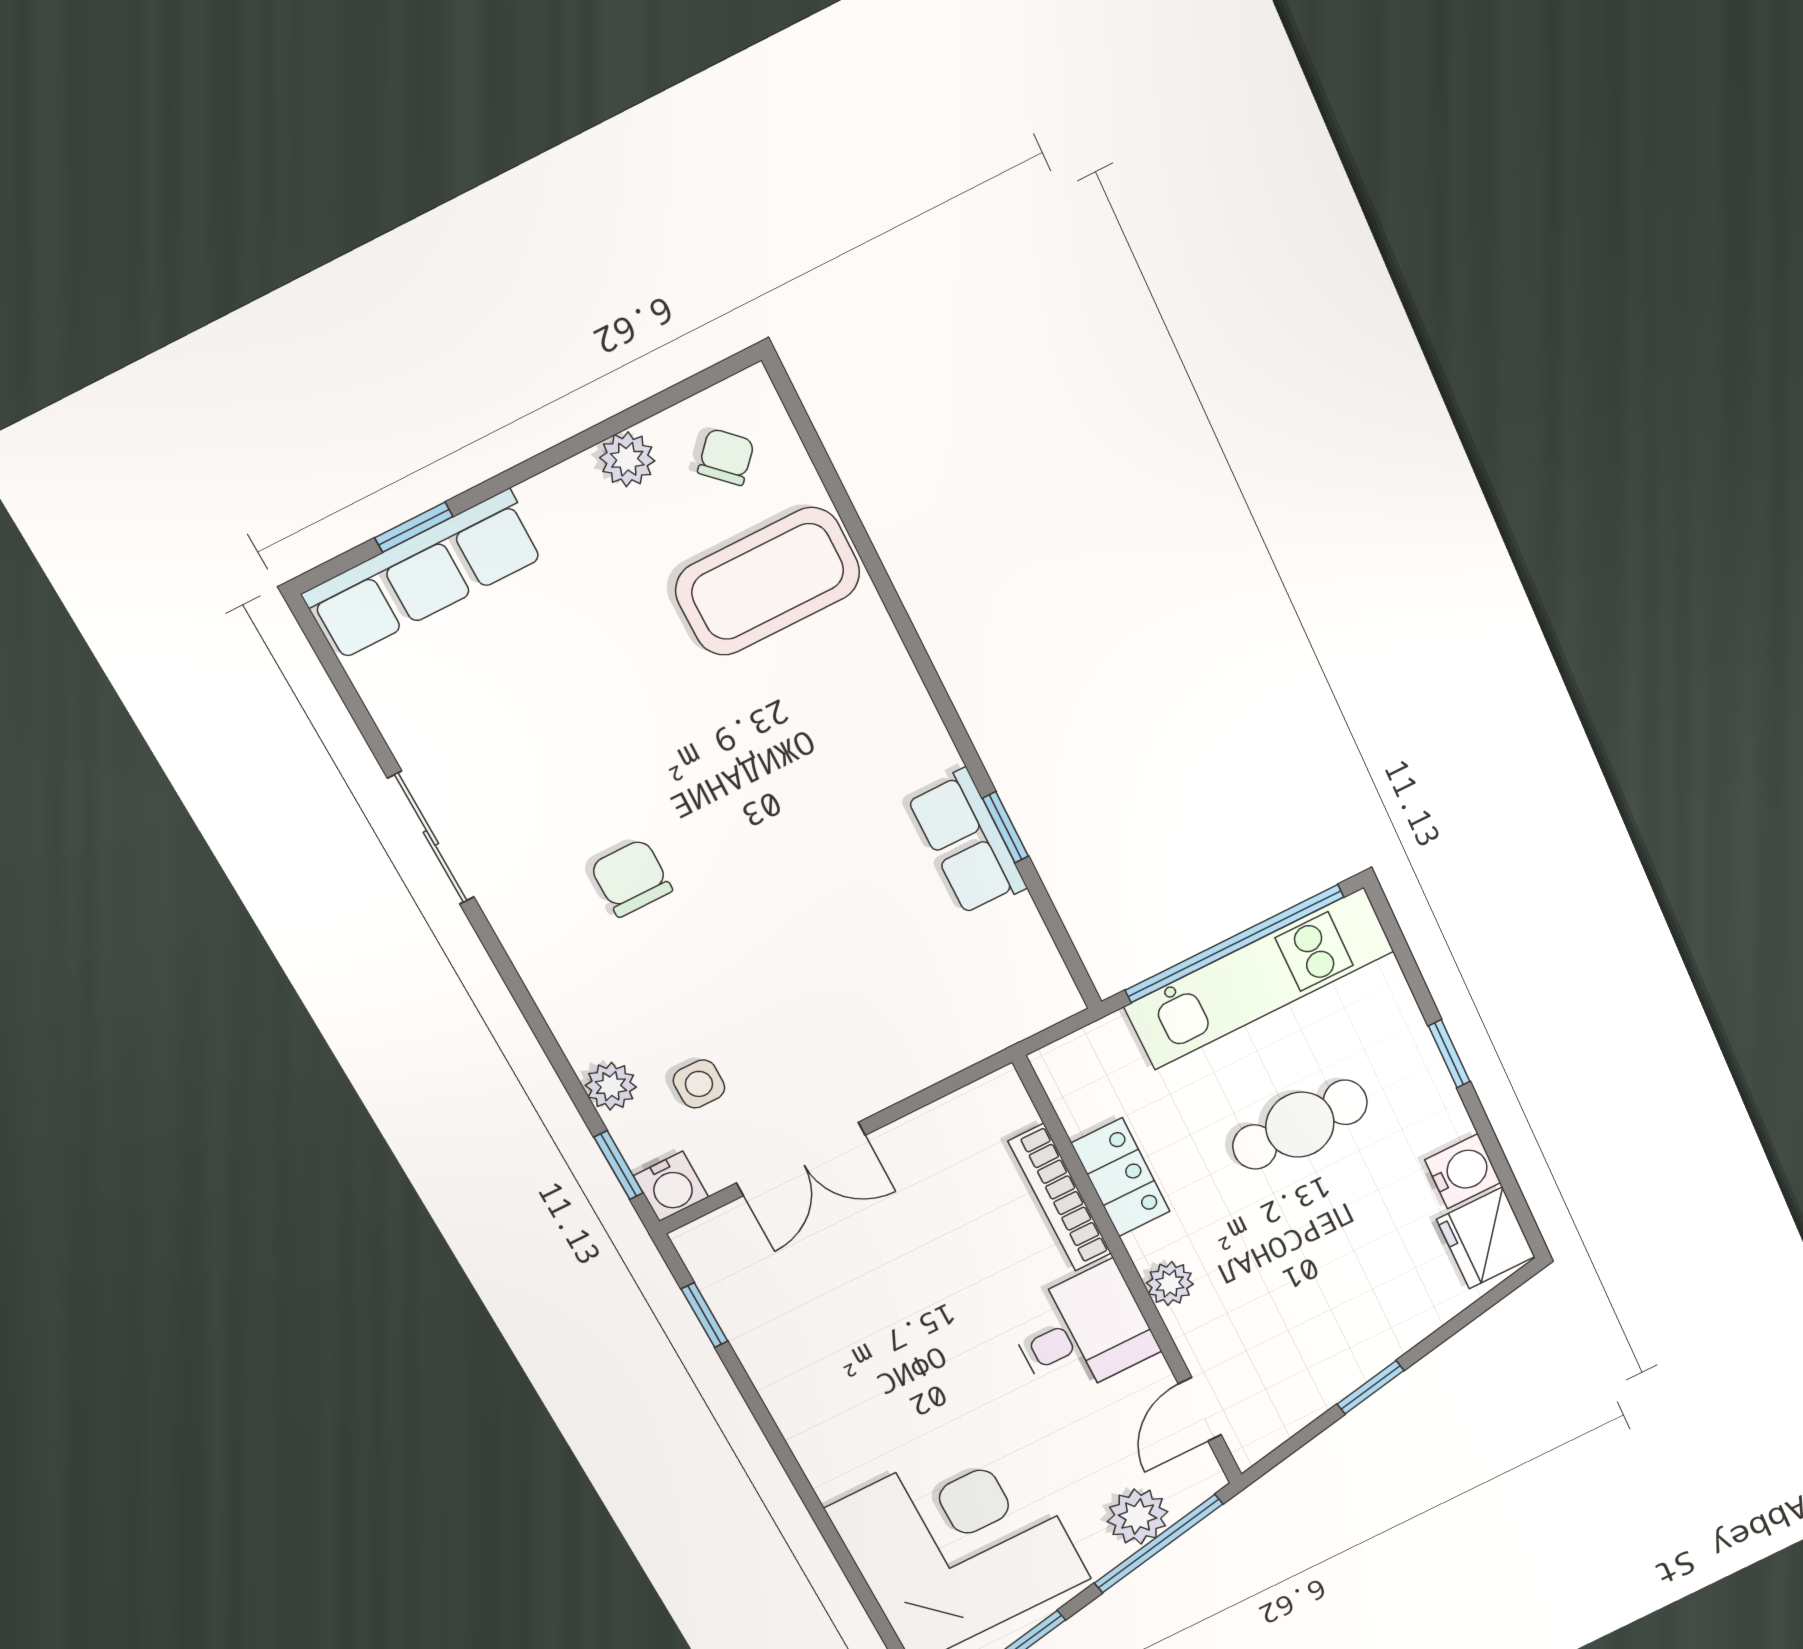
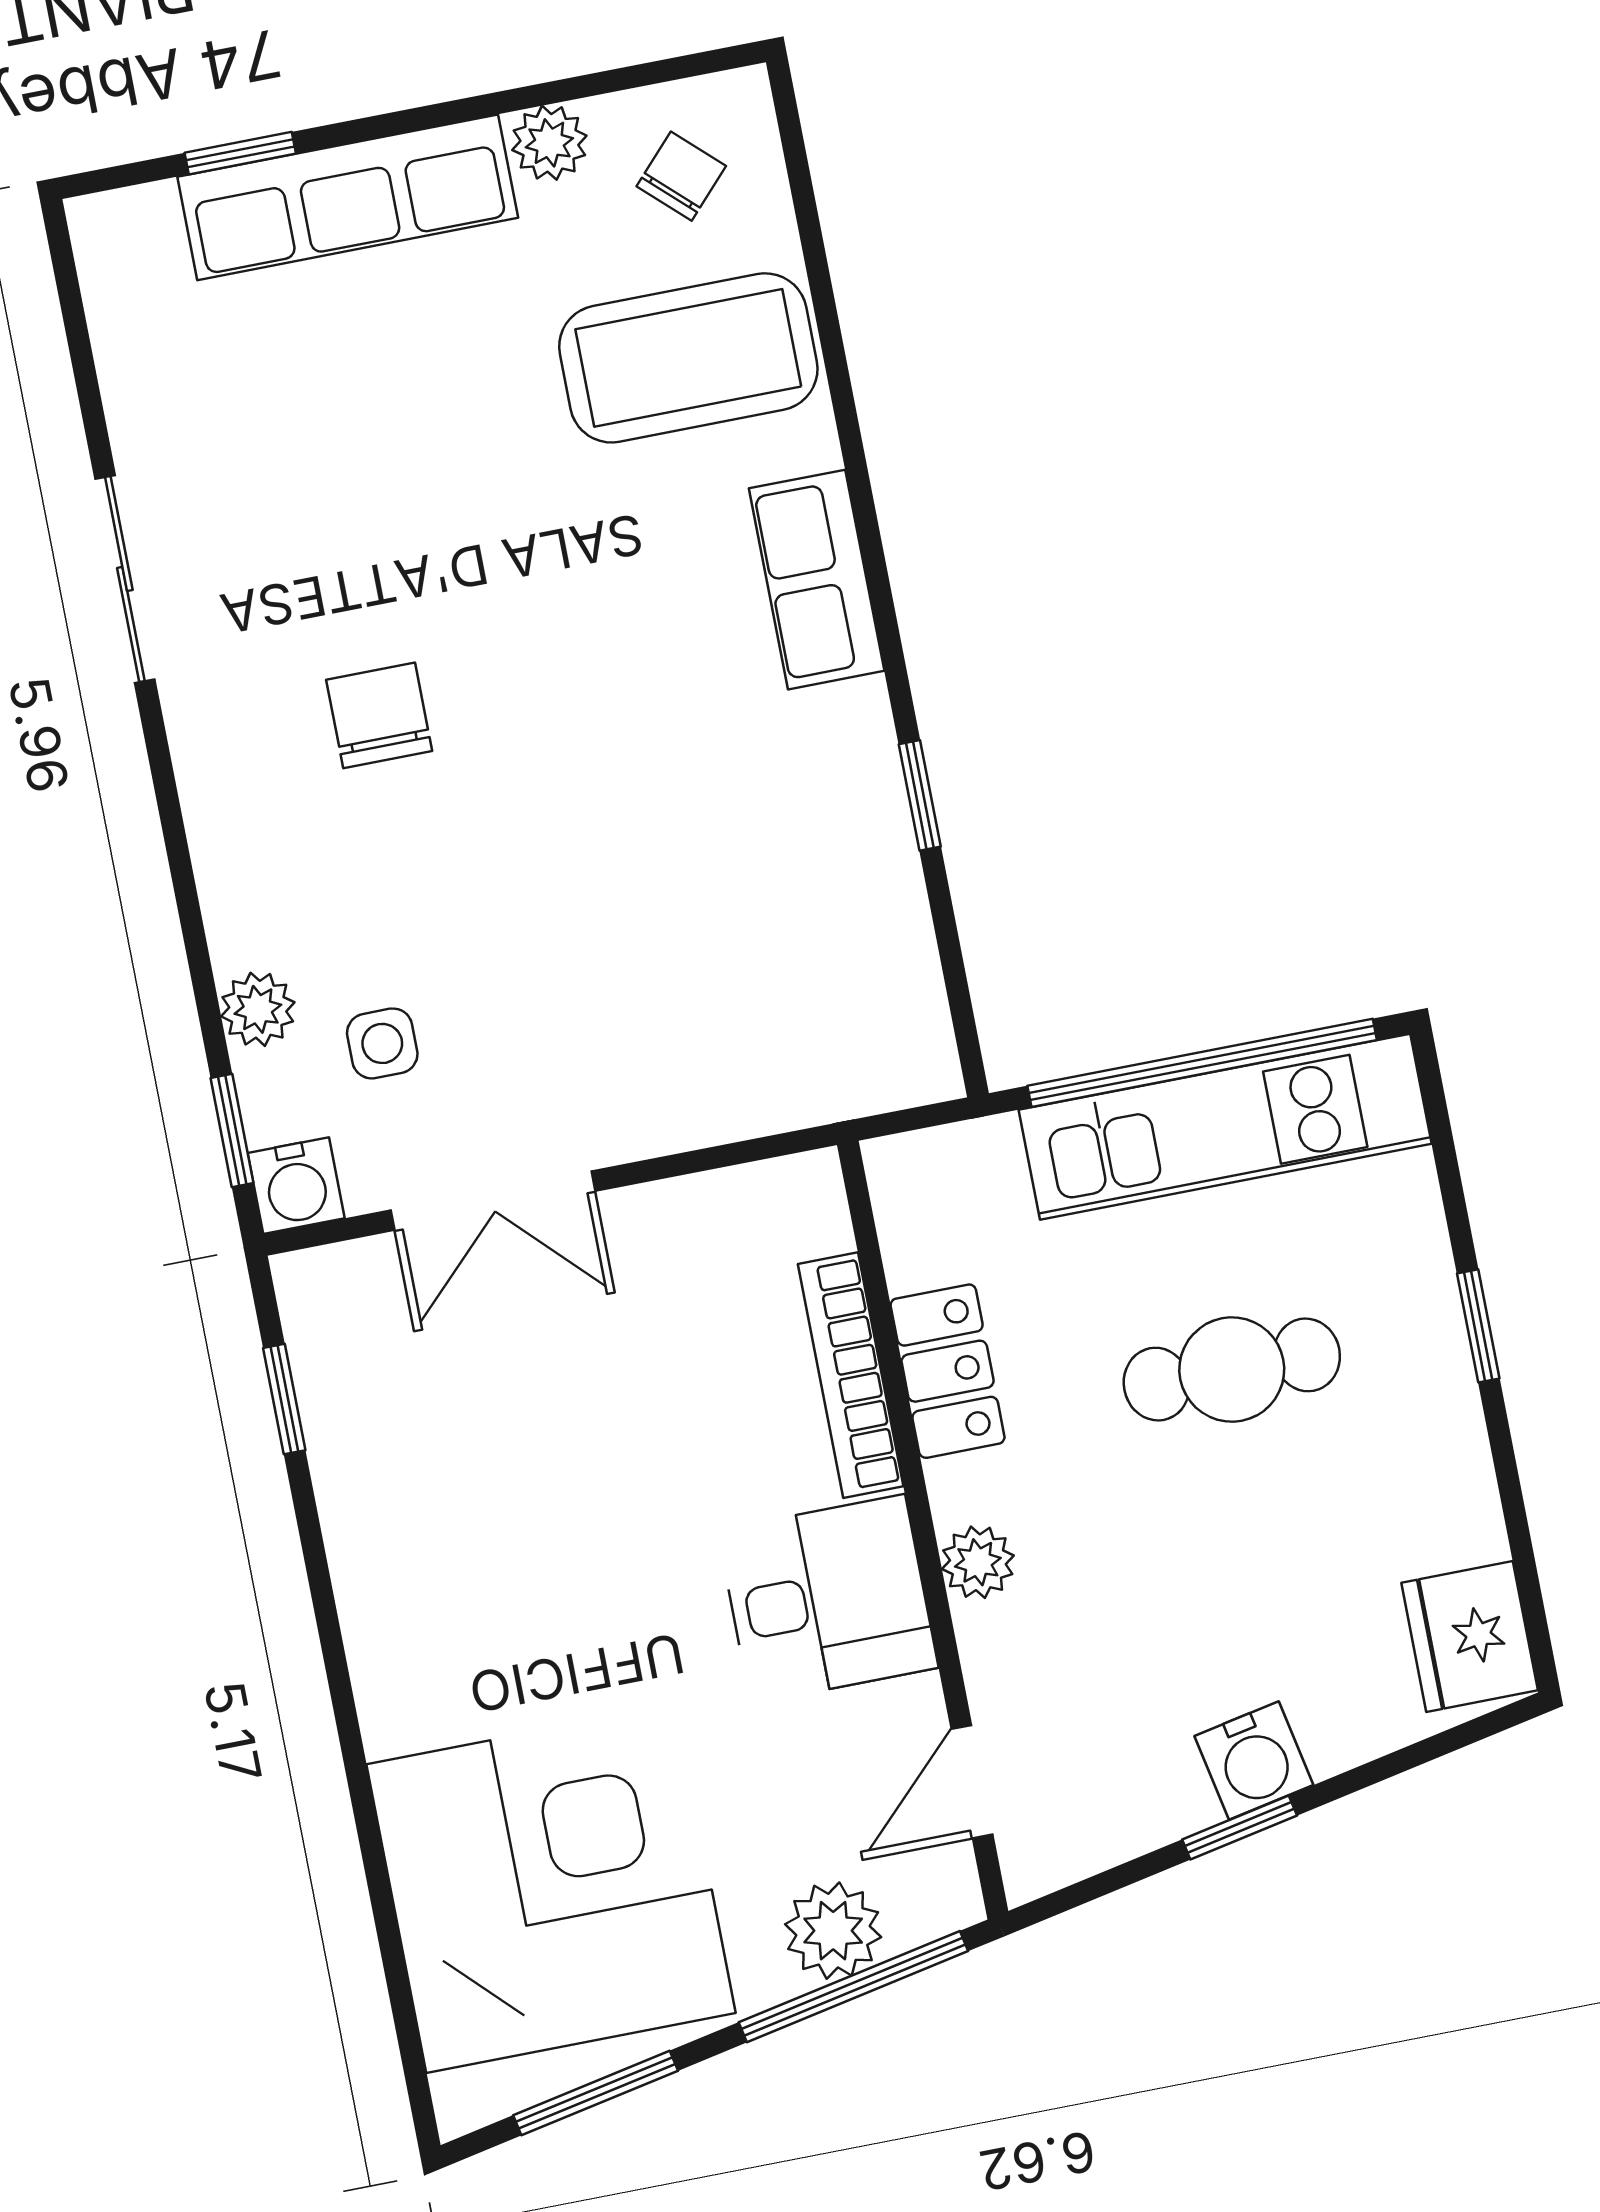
row of seats: (424, 575) -> (348, 197), moved
row of seats: (967, 843) -> (817, 580), moved
water cooler: (1463, 1171) -> (1254, 1760), moved, turned 79

